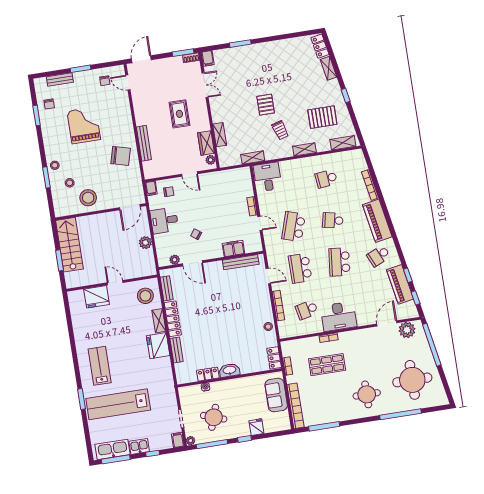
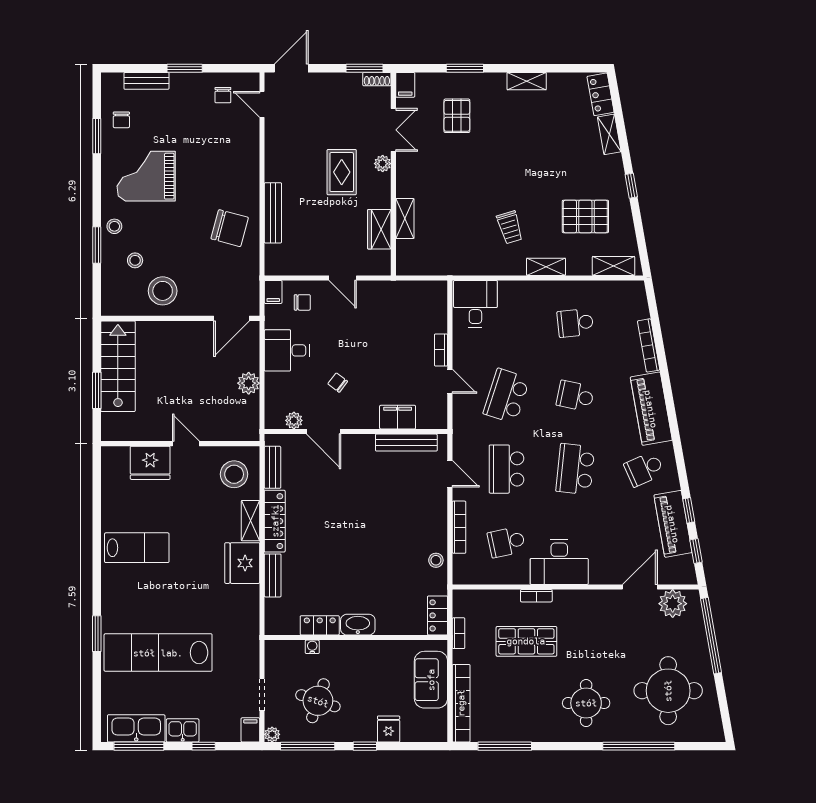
pallet: (266, 105) -> (457, 116), moved
grand piano: (84, 125) -> (146, 176), moved, turned -90
shelving: (253, 158) -> (527, 81), moved
plant: (211, 160) -> (383, 164), moved
lab bench: (100, 366) -> (137, 548), moved, turned 90

